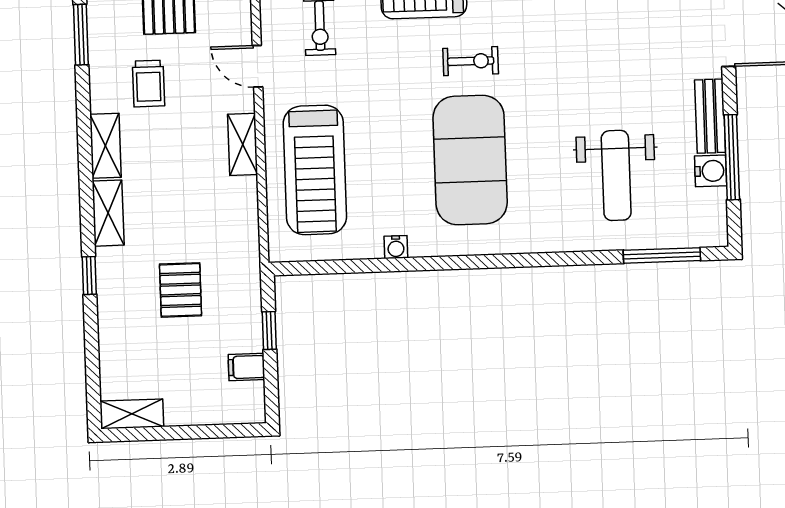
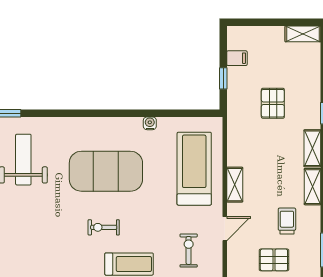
door: (257, 66) -> (225, 229), hinge flipped
exercise mat: (470, 160) -> (106, 171), turned 90

